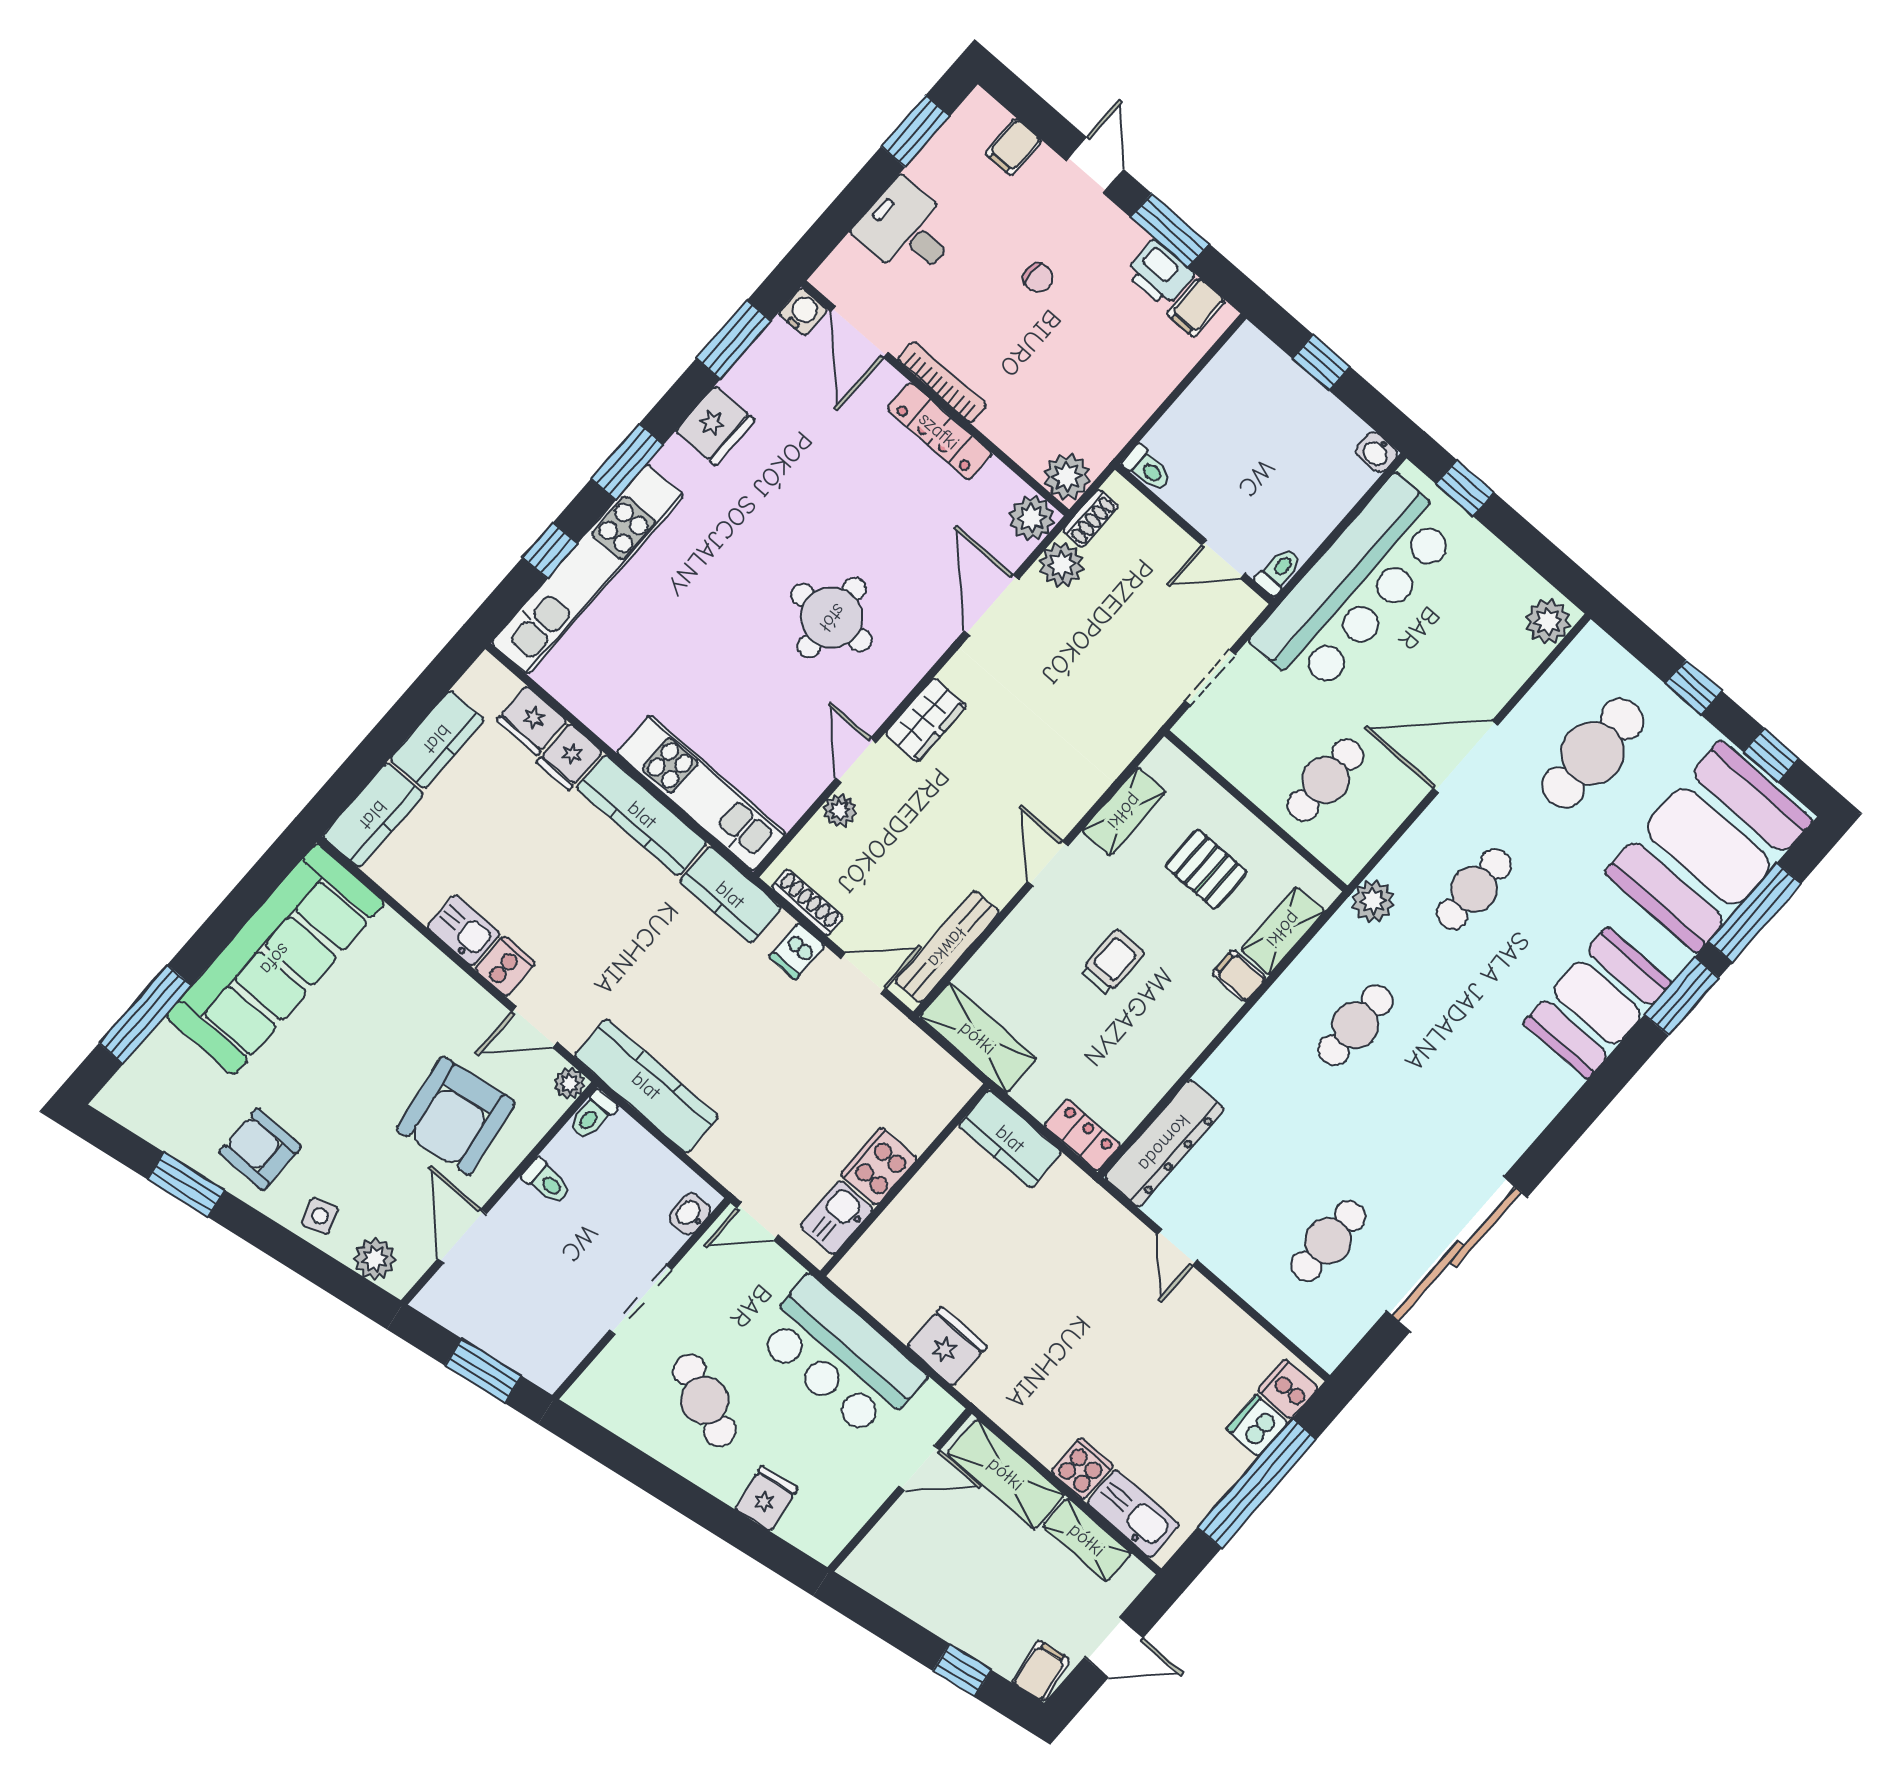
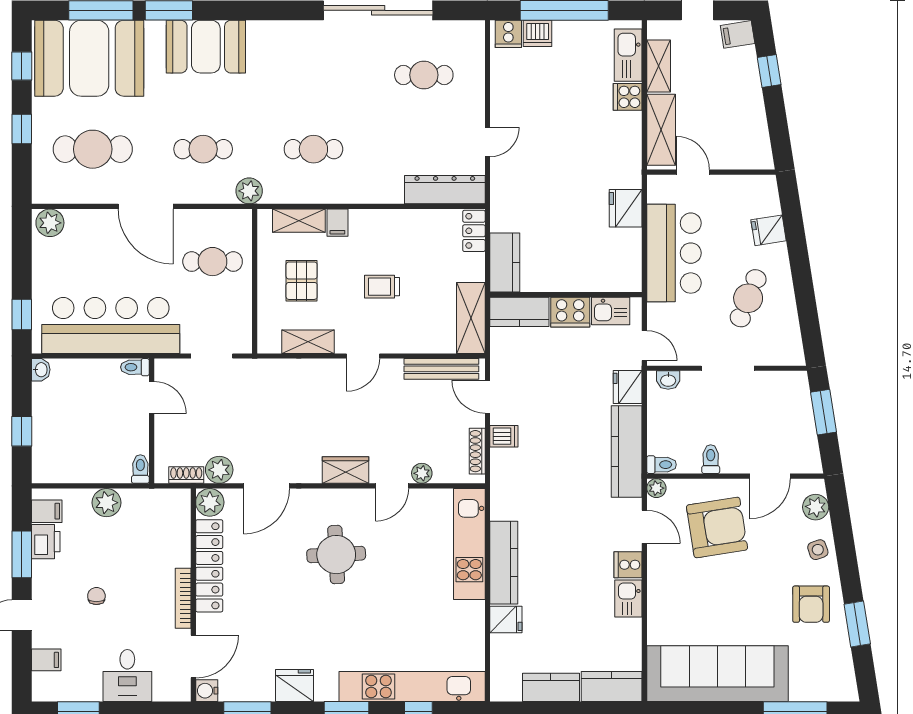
locker: (939, 431) -> (209, 566), width x1.41, depth x1.21
plant: (1067, 477) -> (106, 503), moved
fridge: (532, 721) -> (628, 387), moved, turned 180
kitchen counter: (730, 895) -> (519, 312), moved, turned 90

